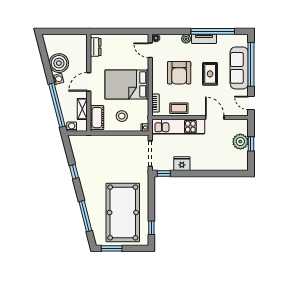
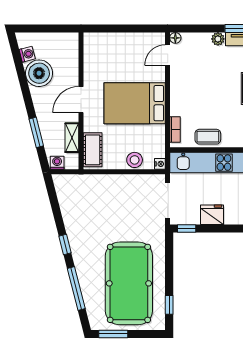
dresser: (96, 47) -> (91, 51), removed
door: (150, 50) -> (168, 55), hinge flipped
armchair: (179, 73) -> (208, 87), removed
washing machine: (58, 79) -> (27, 54), moved
window: (57, 105) -> (36, 132), width x0.47
stool: (122, 116) -> (135, 160), moved
window: (74, 172) -> (65, 244), moved

